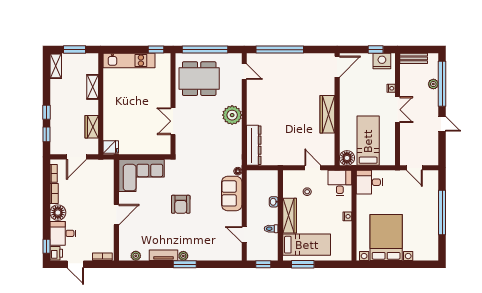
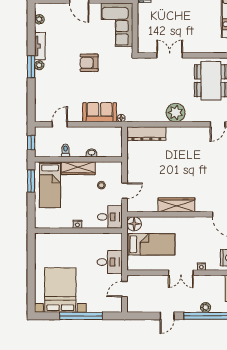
desk: (369, 182) -> (110, 262), moved, turned 90
bed with nightstands: (386, 238) -> (60, 290), moved, turned -90

